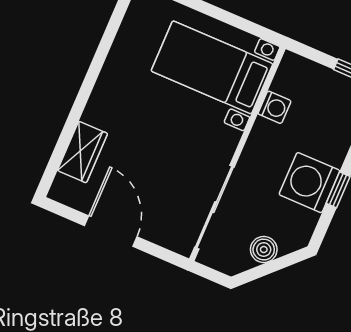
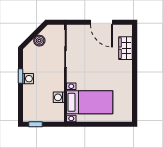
washing machine: (309, 183) -> (28, 79), width x0.53, depth x0.53

